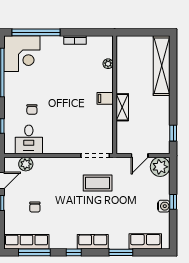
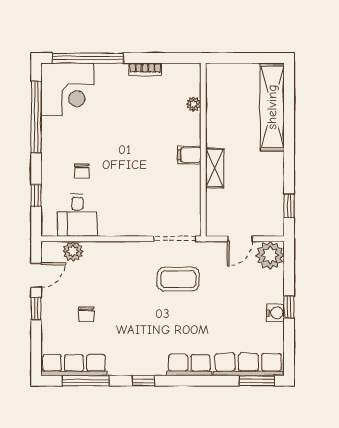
row of seats: (145, 241) -> (248, 365), width x1.48
row of seats: (93, 242) -> (189, 365), moved
window: (121, 252) -> (257, 381), moved

